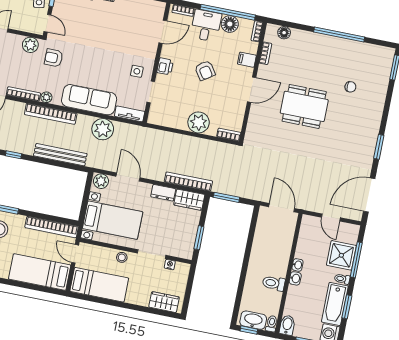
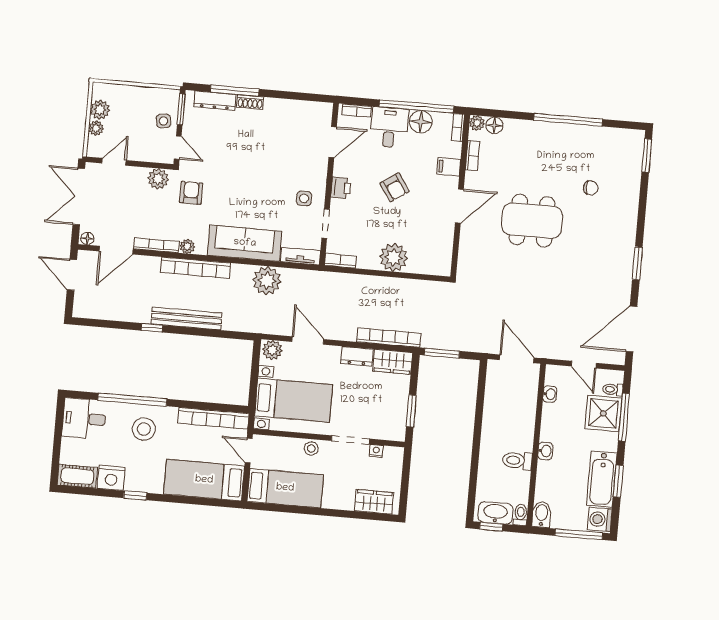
plant: (271, 29) -> (477, 123), added
armchair: (54, 58) -> (191, 193), turned 90
bookcase: (229, 135) -> (340, 261), moved
bench: (60, 155) -> (186, 318), moved
washbasin: (298, 265) -> (550, 394), moved
toilet: (342, 279) -> (613, 390), moved

